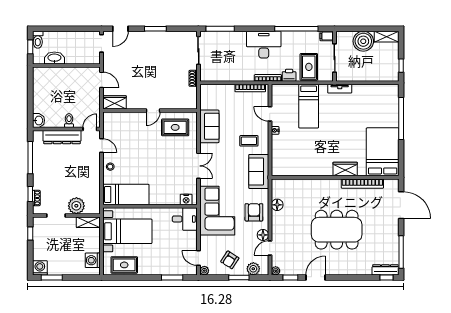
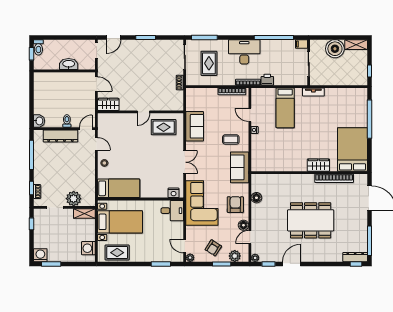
washbasin: (54, 58) -> (69, 64), moved
rug: (309, 67) -> (209, 63), moved

